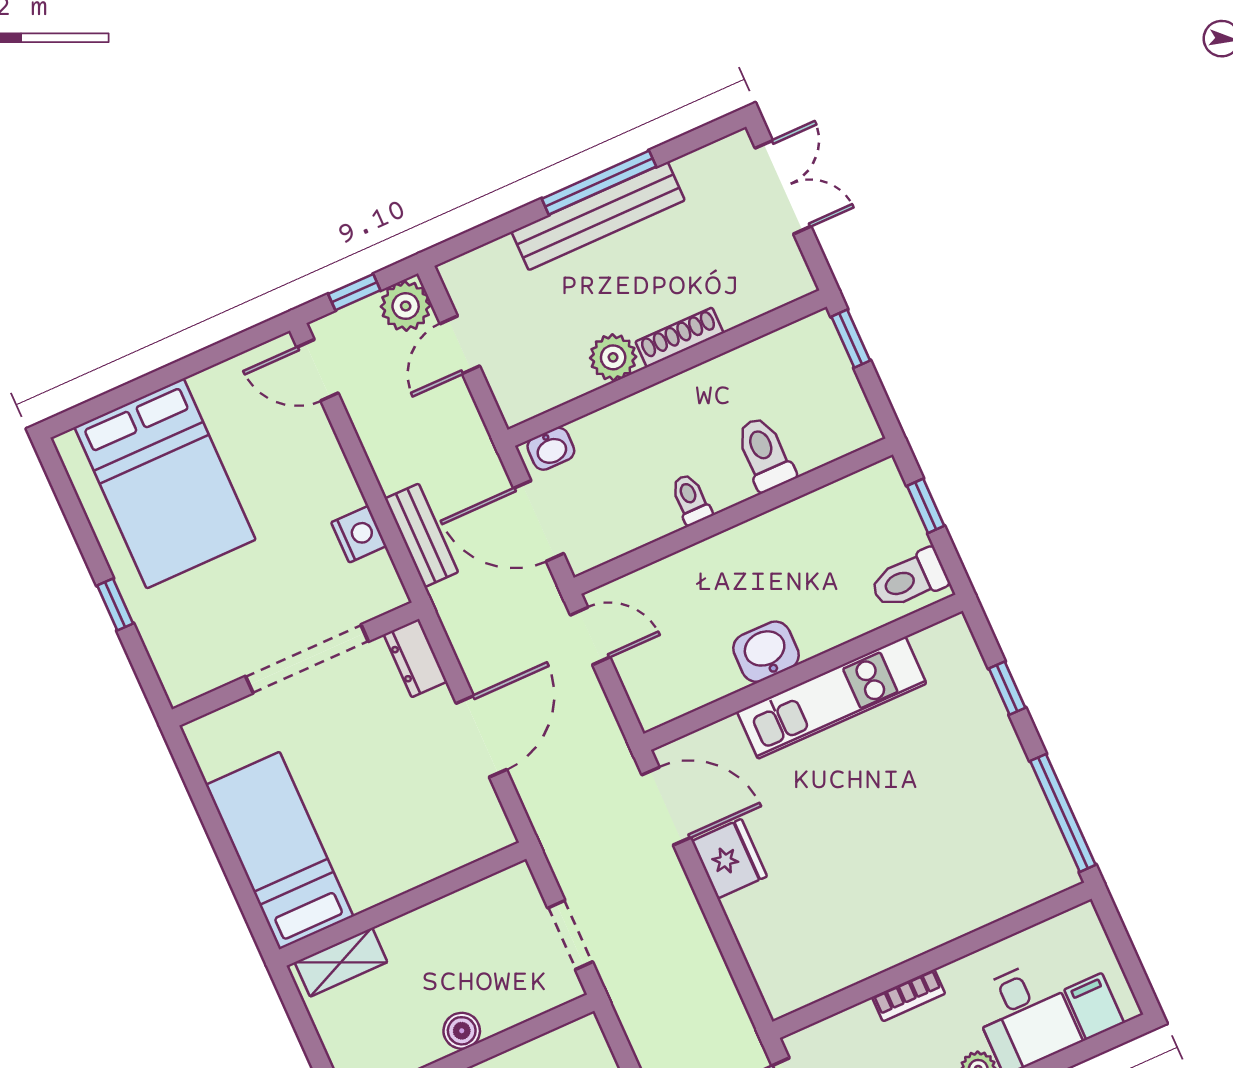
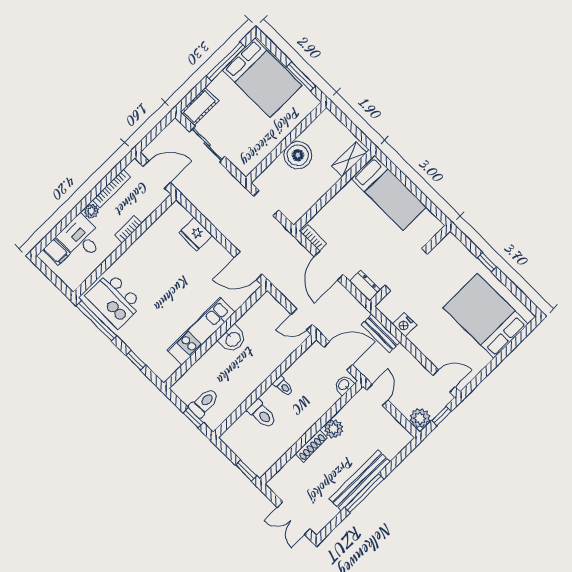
door: (460, 345) -> (377, 395), moved
toilet: (909, 579) -> (204, 403), moved
bookcase: (492, 813) -> (313, 238), added
kitchen island: (1004, 845) -> (114, 300), added
fridge: (729, 859) -> (196, 234), moved
boiler: (462, 1031) -> (298, 155), width x1.86, depth x1.86

